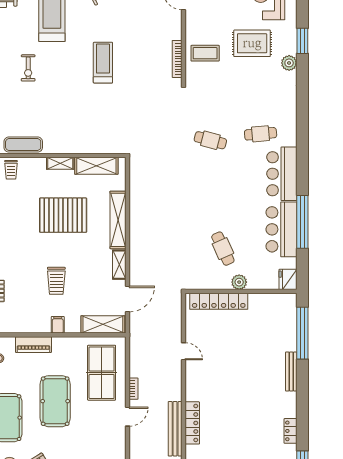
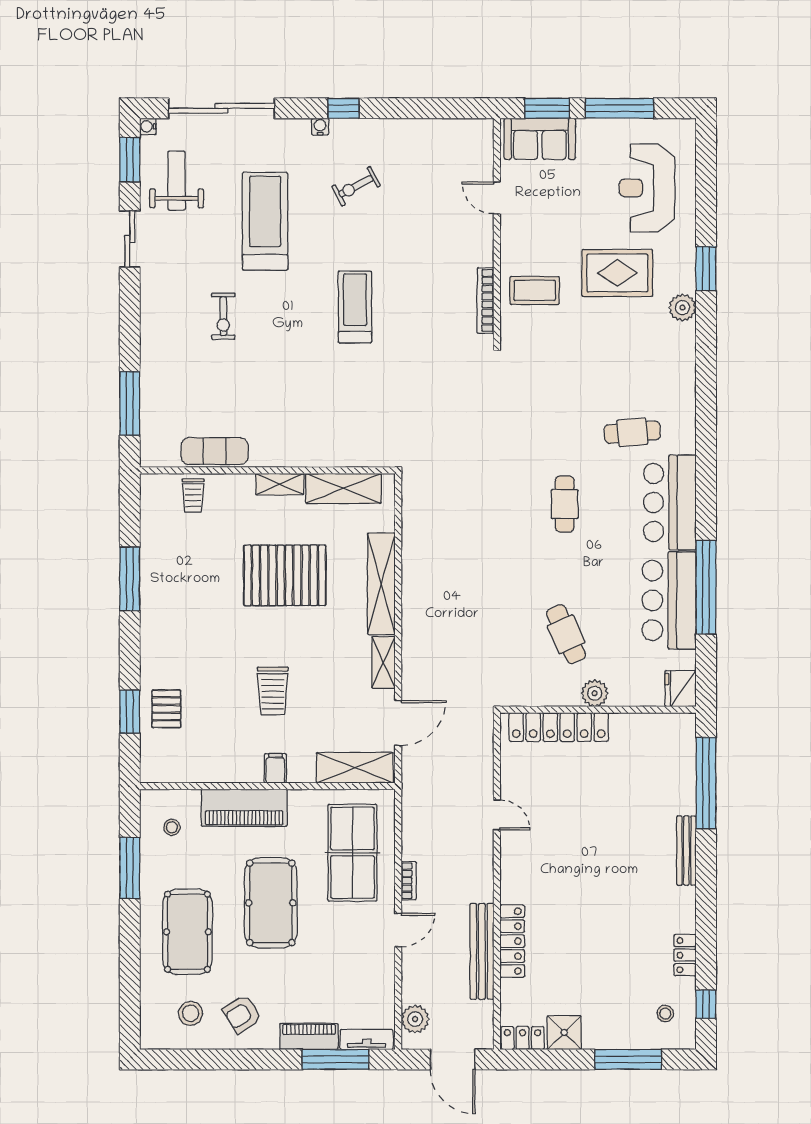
cafe table: (210, 140) -> (565, 504), moved, turned 75
piano: (33, 345) -> (244, 808), width x1.37, depth x1.33

